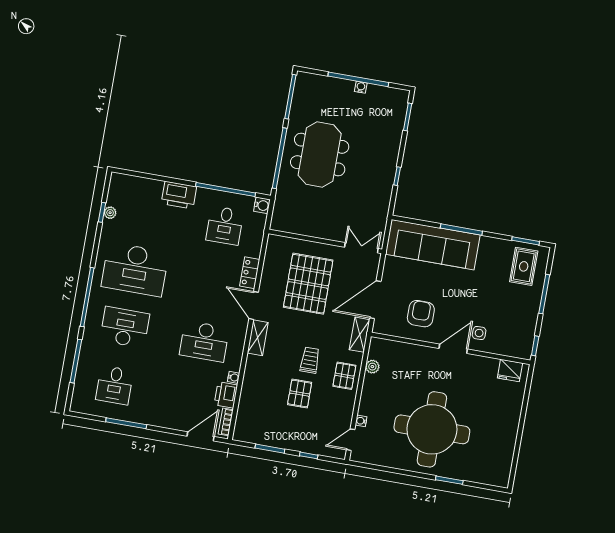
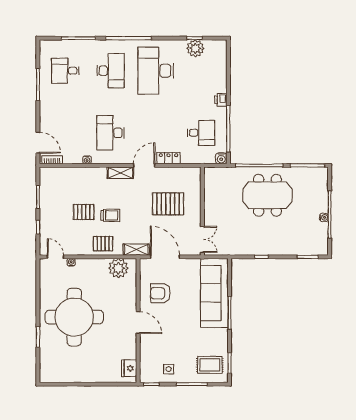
printer: (179, 195) -> (221, 100), width x0.53, depth x0.68
plant: (110, 213) -> (195, 48), width x1.88, depth x1.88
desk: (225, 225) -> (201, 133), turned 180
pallet: (308, 284) -> (168, 204), width x0.73, depth x0.71
armchair: (421, 314) -> (160, 293), turned 180
side table: (479, 333) -> (169, 369), moved
plant: (372, 367) -> (118, 268), width x1.88, depth x1.88
printer: (226, 395) -> (73, 156), removed

